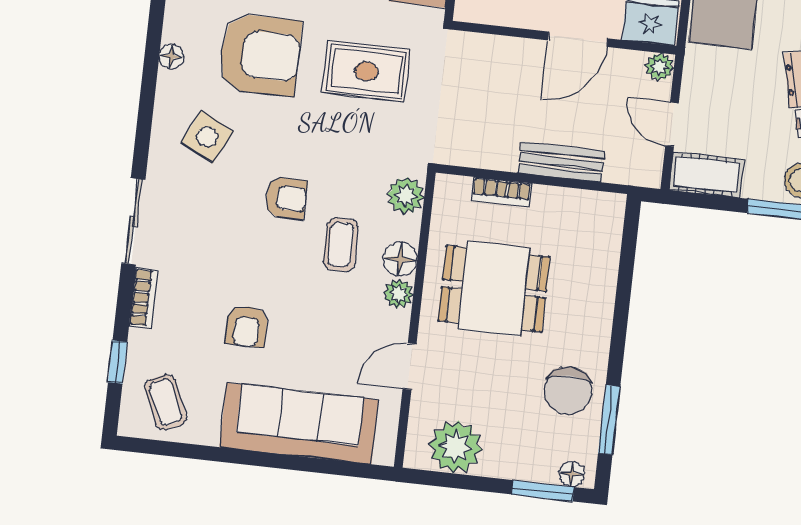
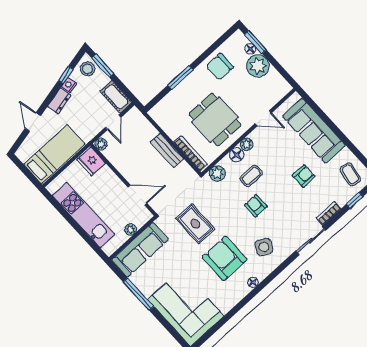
door: (578, 39) -> (137, 195), moved
bench: (561, 162) -> (167, 150), moved
bookcase: (501, 192) -> (191, 153), width x1.56
chair: (568, 391) -> (220, 67), turned 180
coffee table: (166, 402) -> (350, 174), turned -55
window: (609, 420) -> (180, 78), moved
plant: (456, 447) -> (258, 66), moved
floor lamp: (572, 474) -> (250, 49), moved

